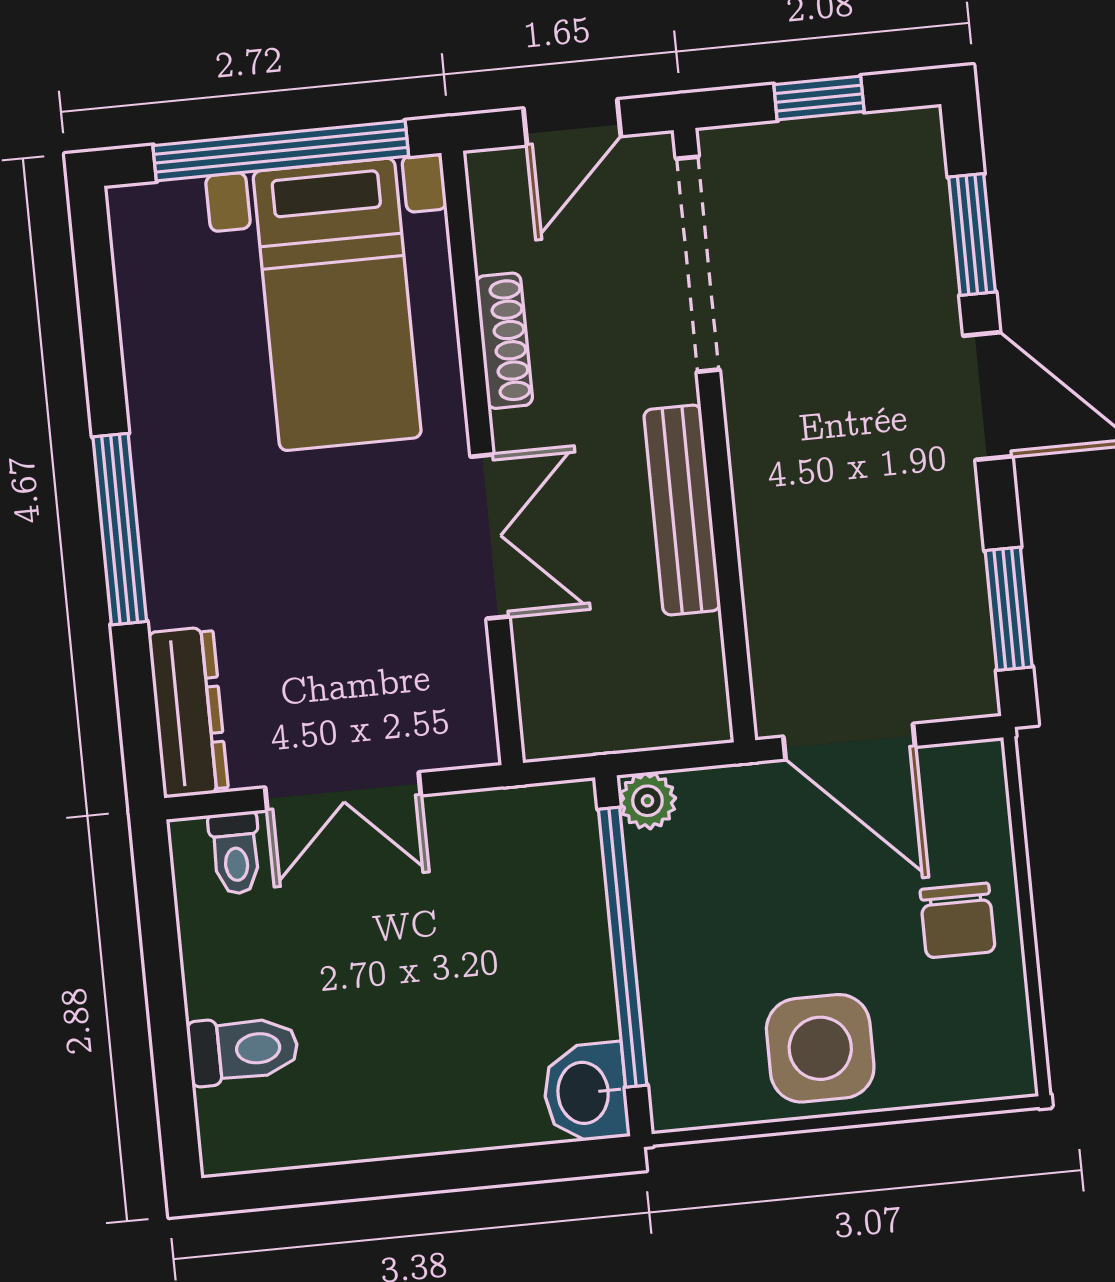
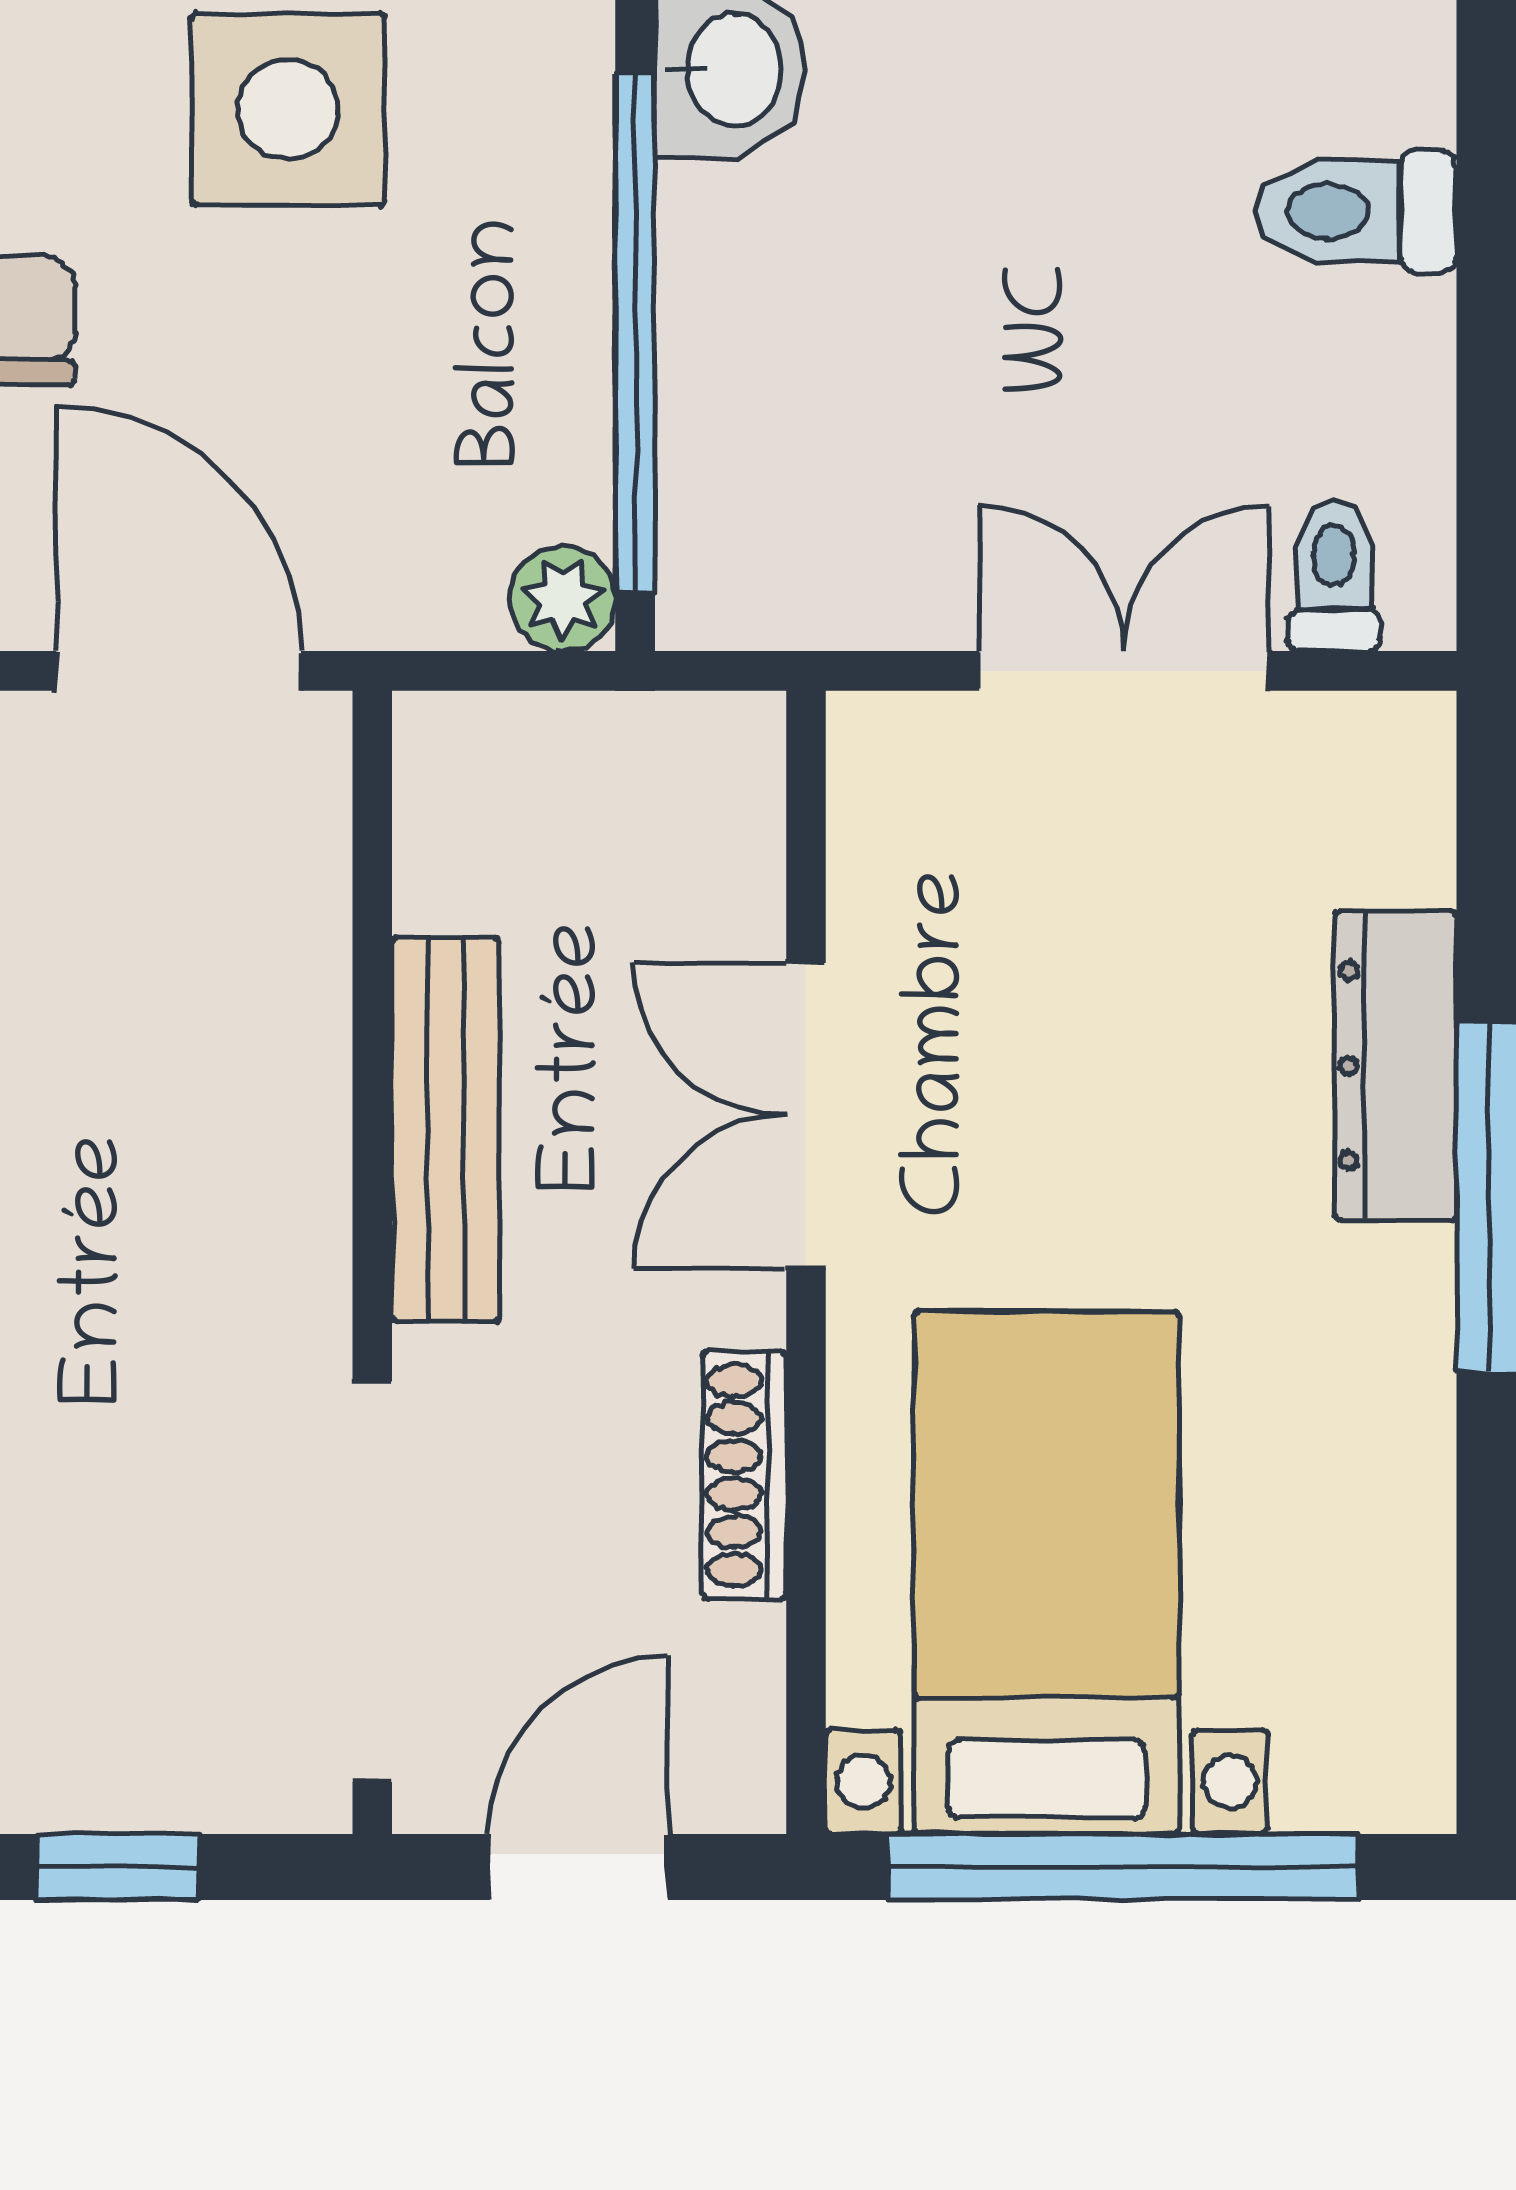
dresser: (188, 712) -> (1396, 1066), moved

